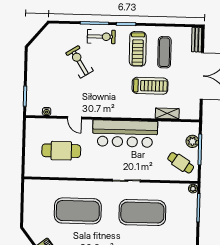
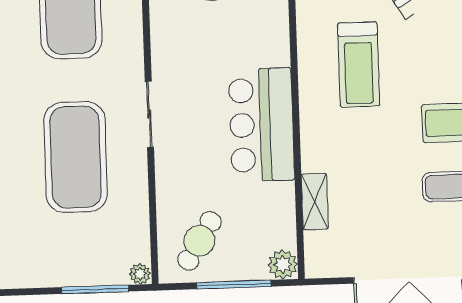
treadmill: (150, 86) -> (359, 65), moved
bar counter: (125, 134) -> (261, 125), width x0.73
plant: (192, 141) -> (283, 265), moved

